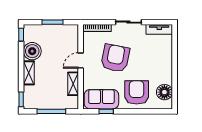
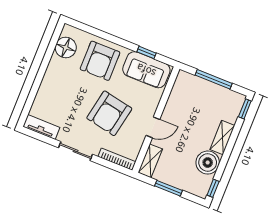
shelving: (73, 84) -> (150, 161), moved

